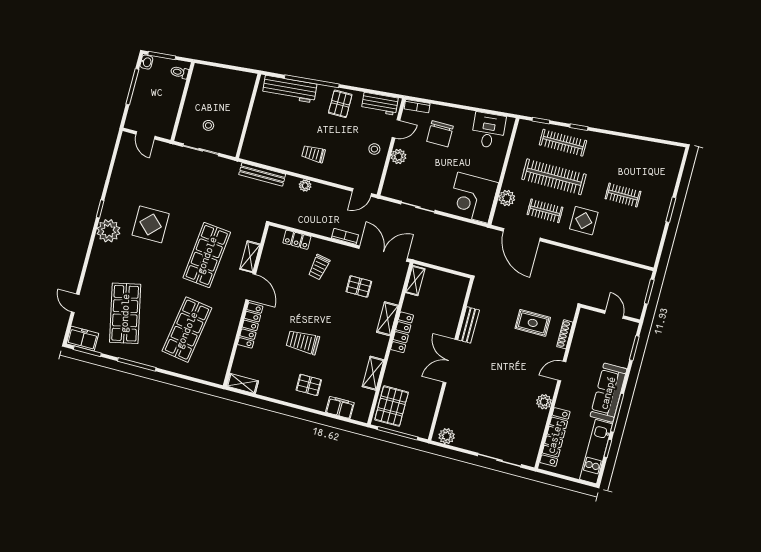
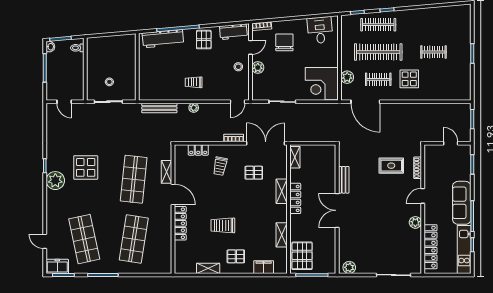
chair: (440, 134) -> (284, 42), turned 180
shelving: (243, 384) -> (208, 268), moved

